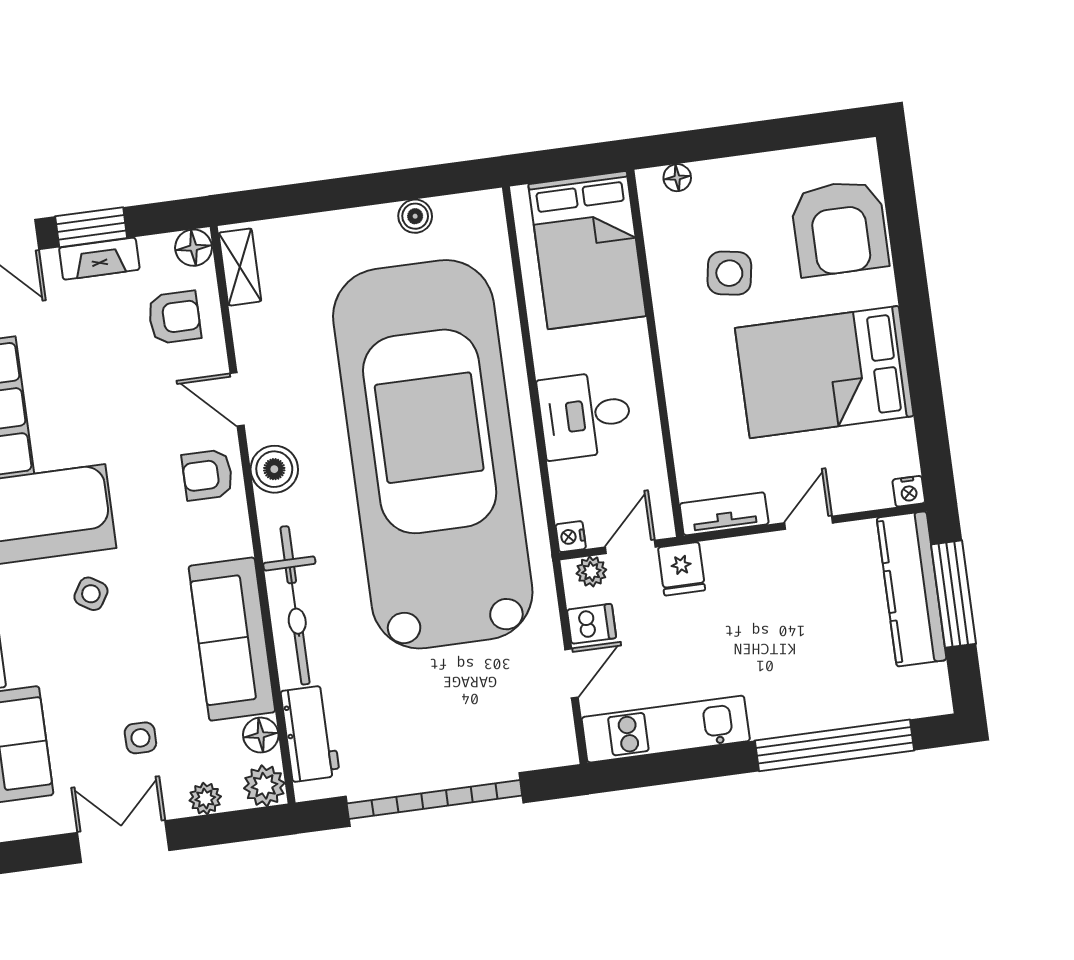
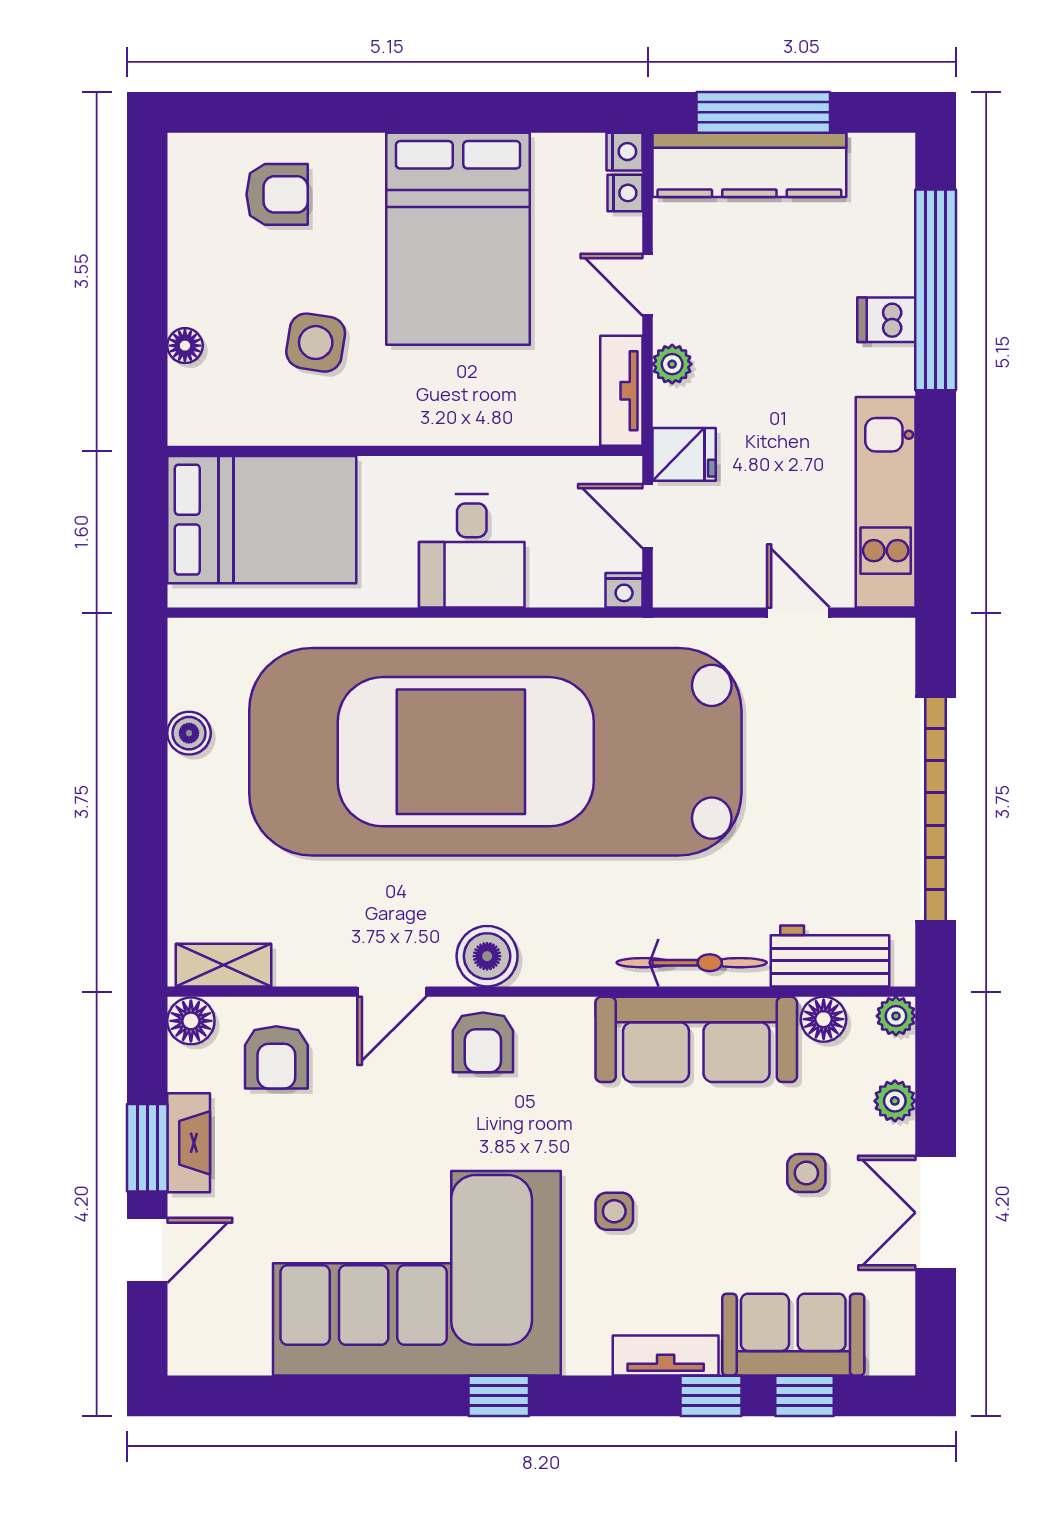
floor lamp: (677, 178) -> (185, 346), moved
armchair: (840, 228) -> (277, 194), width x0.53, depth x0.53
armchair: (174, 317) -> (276, 1057), turned 180
nightstand: (877, 496) -> (625, 193), added
plant: (591, 572) -> (672, 364), moved
side table: (91, 594) -> (614, 1211), turned -32
bicycle: (295, 605) -> (692, 963), width x0.73, depth x0.71
dishwasher: (592, 624) -> (886, 320), moved, turned -90
plant: (264, 786) -> (896, 1016), width x0.73, depth x0.73

